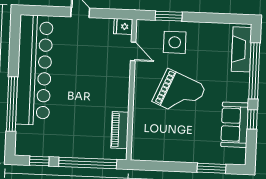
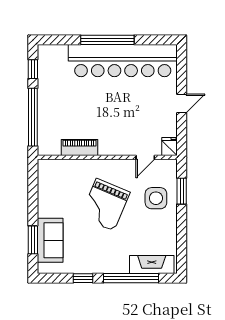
window: (12, 104) -> (107, 40), moved
sofa: (235, 125) -> (50, 240), moved, turned 90
piano: (120, 130) -> (80, 148), moved

